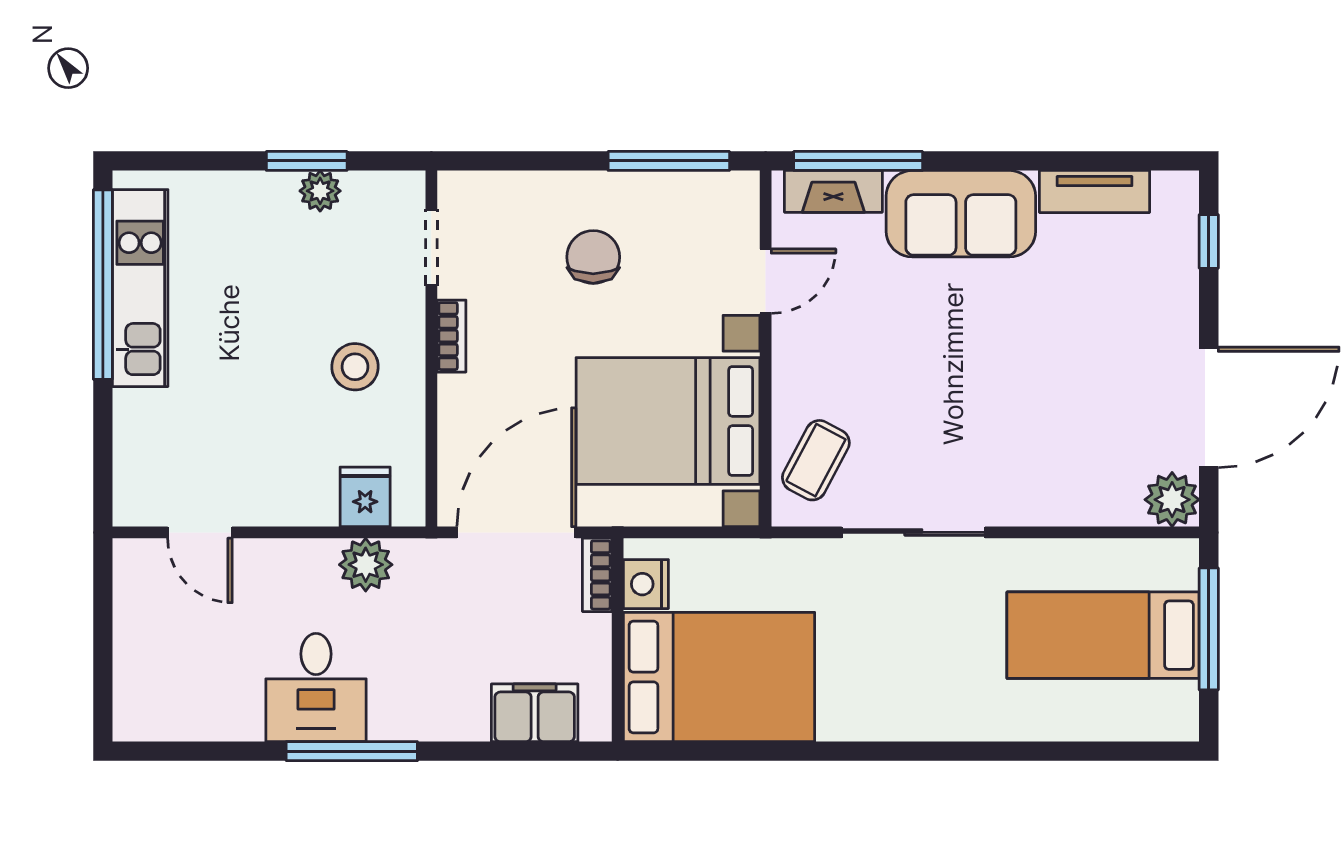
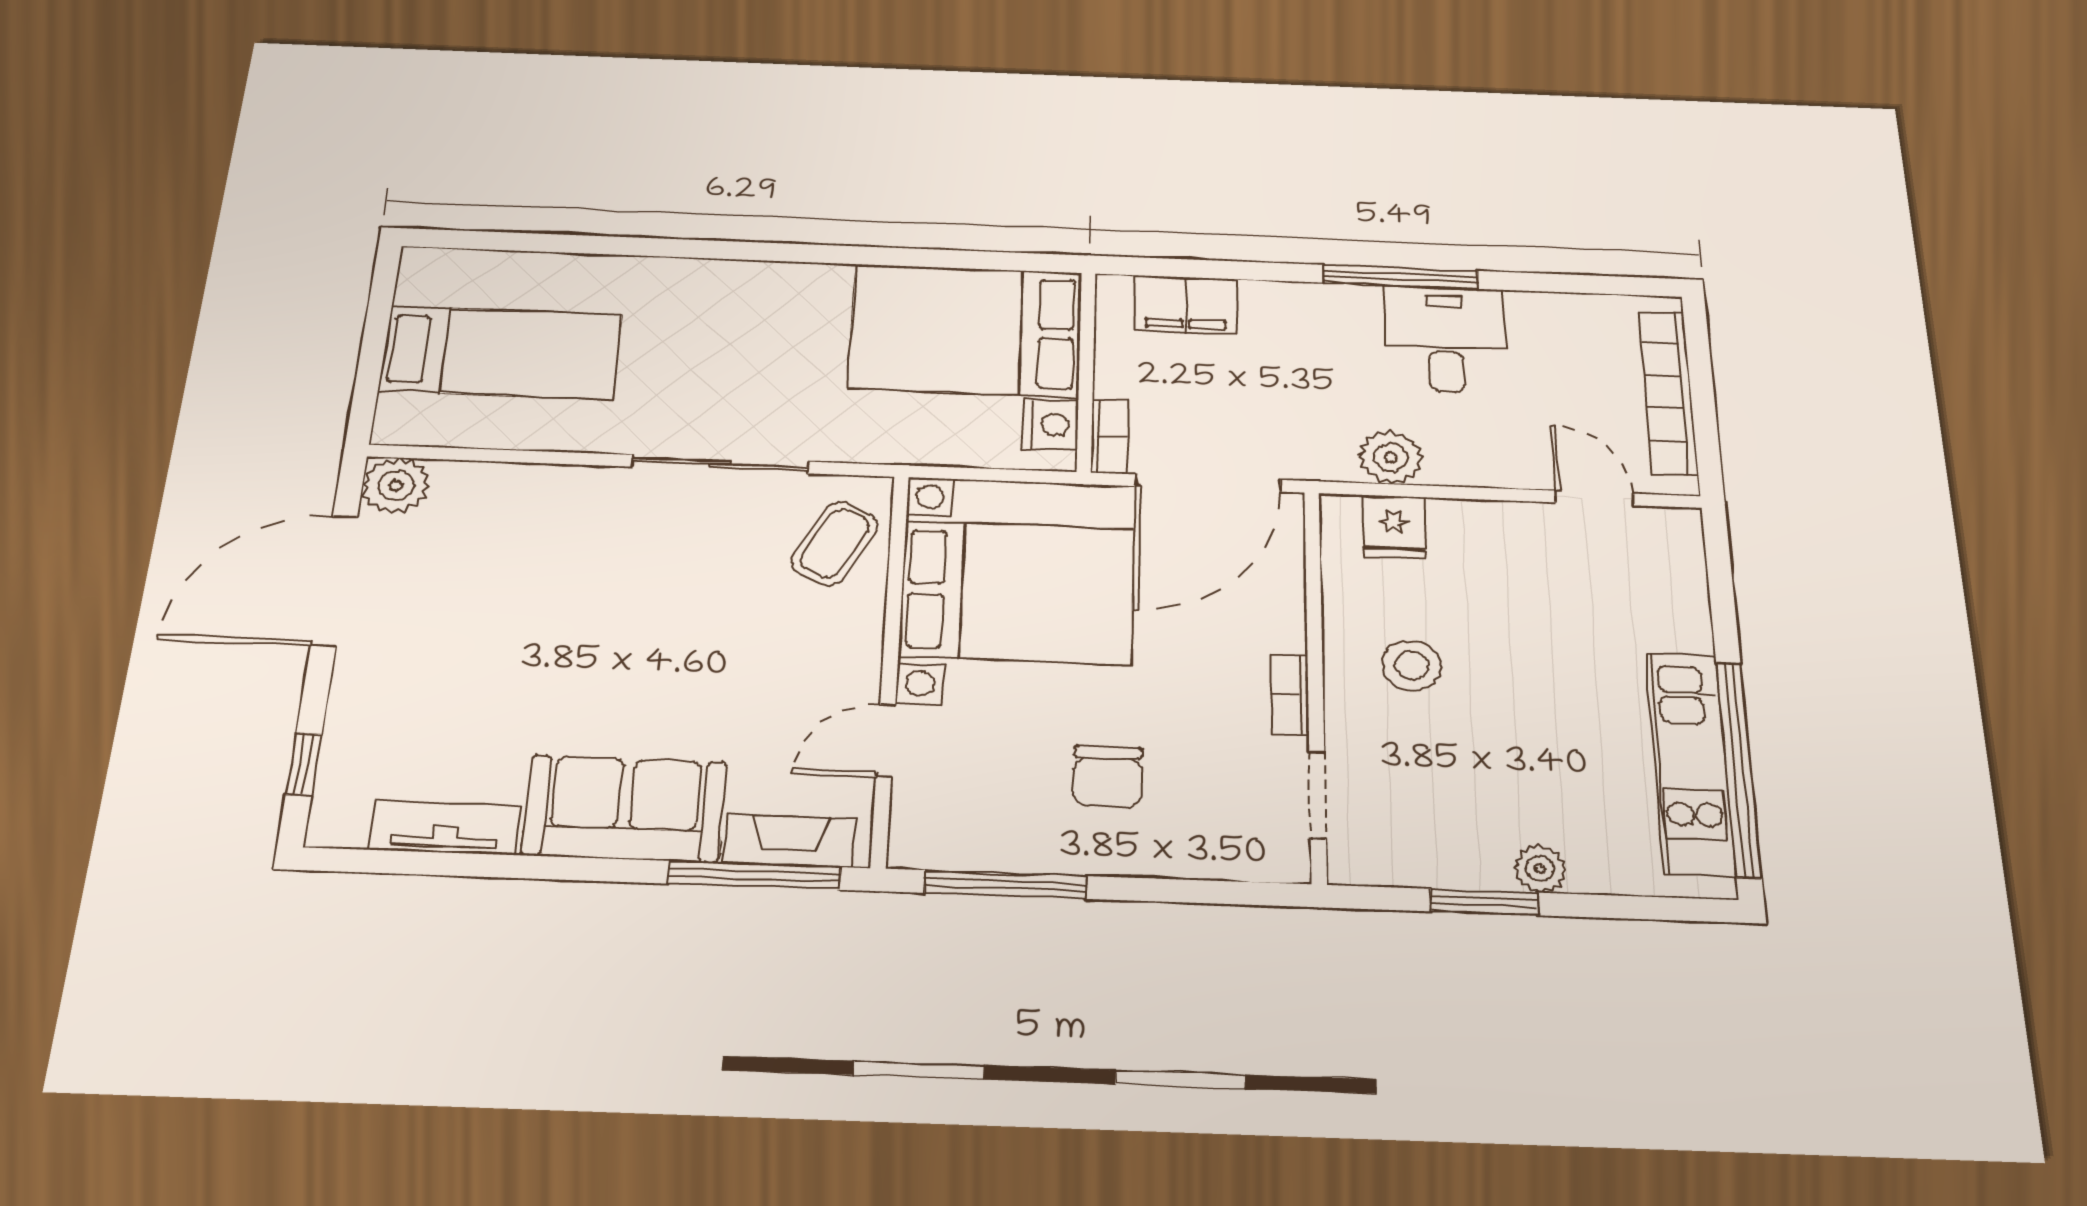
plant: (320, 191) -> (1540, 869), moved
window: (1209, 629) -> (372, 354), removed
bookcase: (131, 642) -> (1668, 392), added

